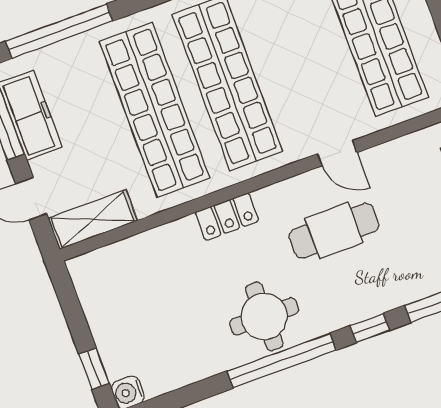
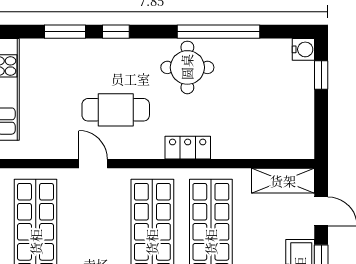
window: (281, 361) -> (219, 32), moved

